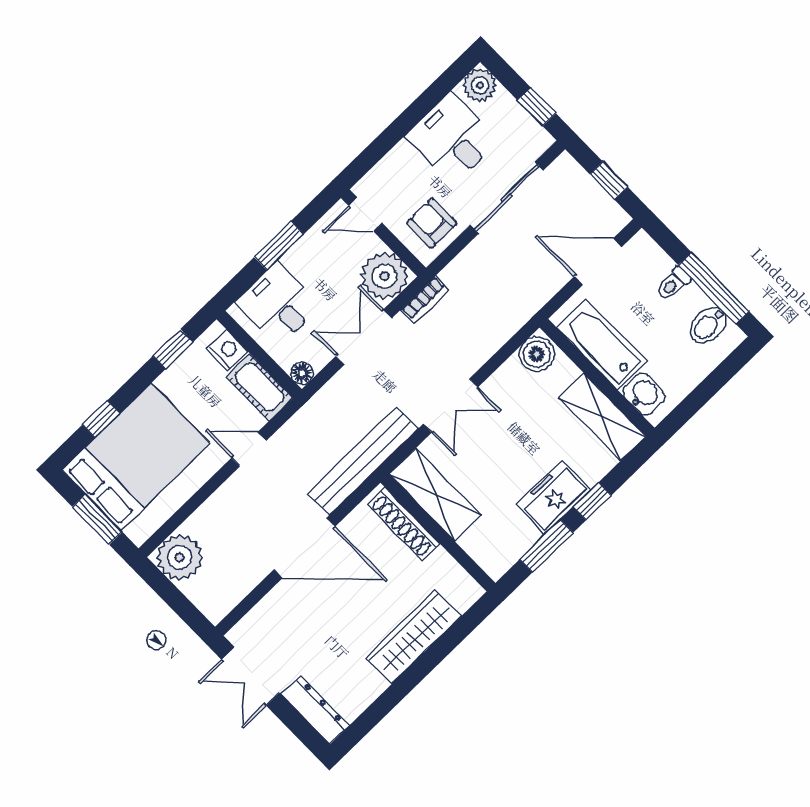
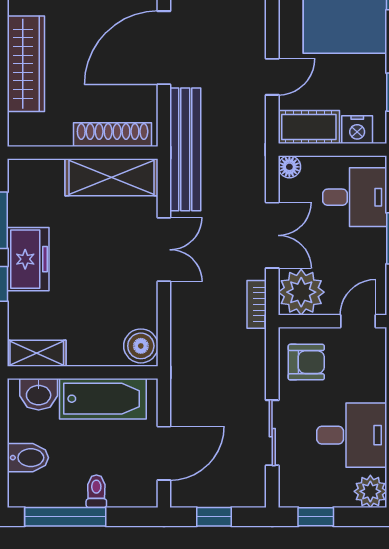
sliding door: (507, 198) -> (272, 433), width x0.73
bidet: (708, 325) -> (28, 458), moved, turned 90
double door: (451, 405) -> (164, 250), swing flipped
shelving: (602, 417) -> (37, 353), width x0.67, depth x0.75

